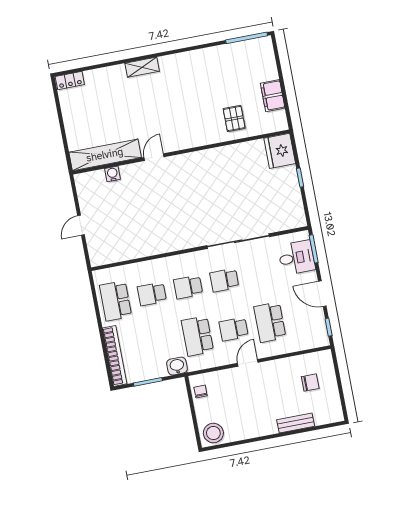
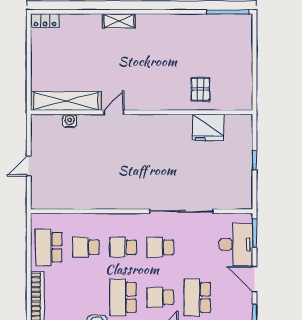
filing cabinet: (273, 96) -> (243, 74), removed
fridge: (280, 151) -> (208, 127), moved, turned -90
desk: (297, 258) -> (236, 244), width x1.37

